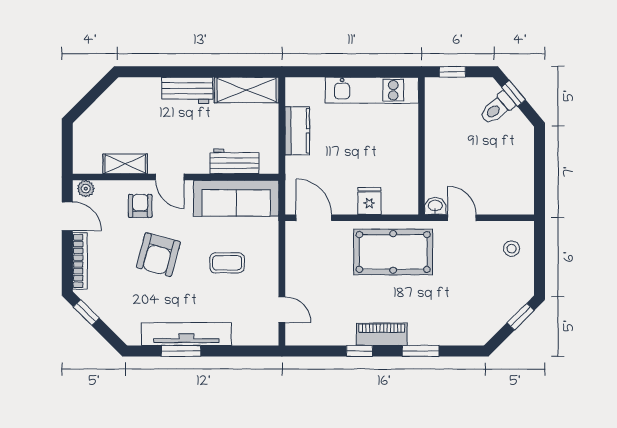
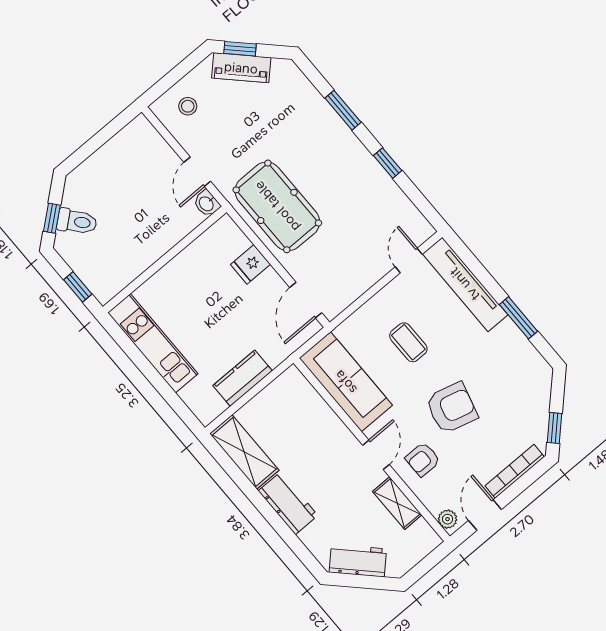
workbench: (235, 161) -> (358, 561), moved, turned 135
tv unit: (186, 334) -> (465, 284), moved
piano: (382, 334) -> (241, 68), moved, turned -45

